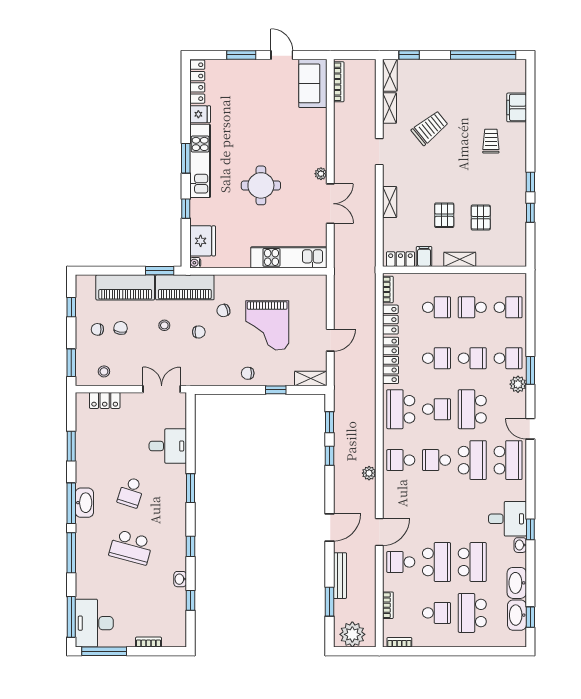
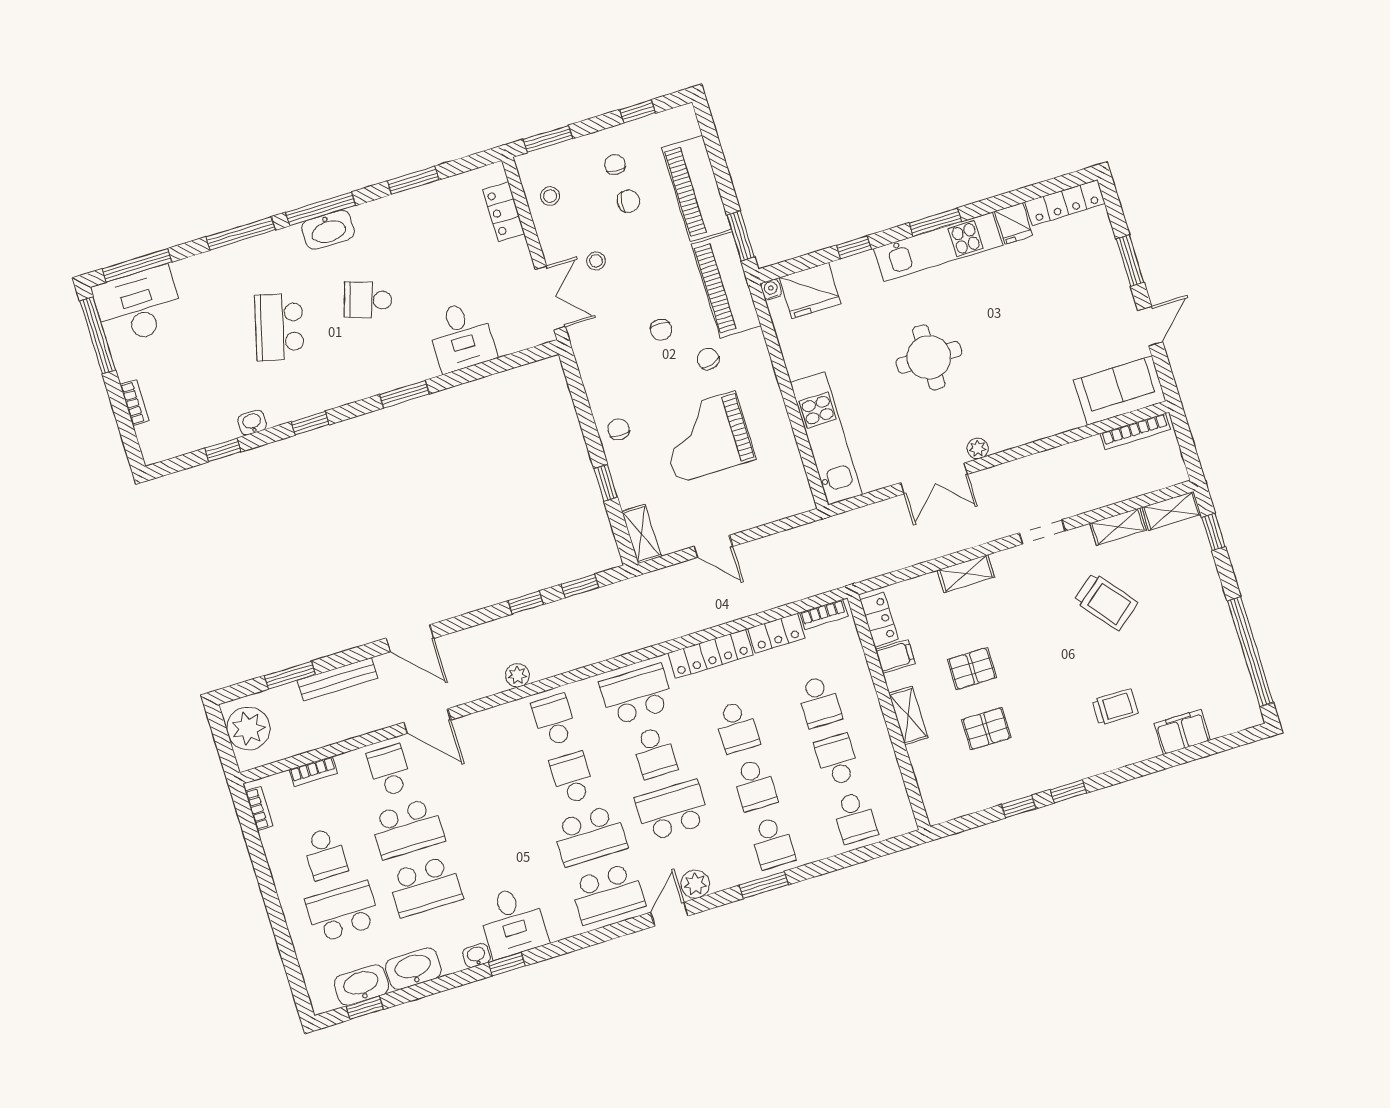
stool: (164, 325) -> (596, 261), moved
plant: (518, 384) -> (695, 884), moved

